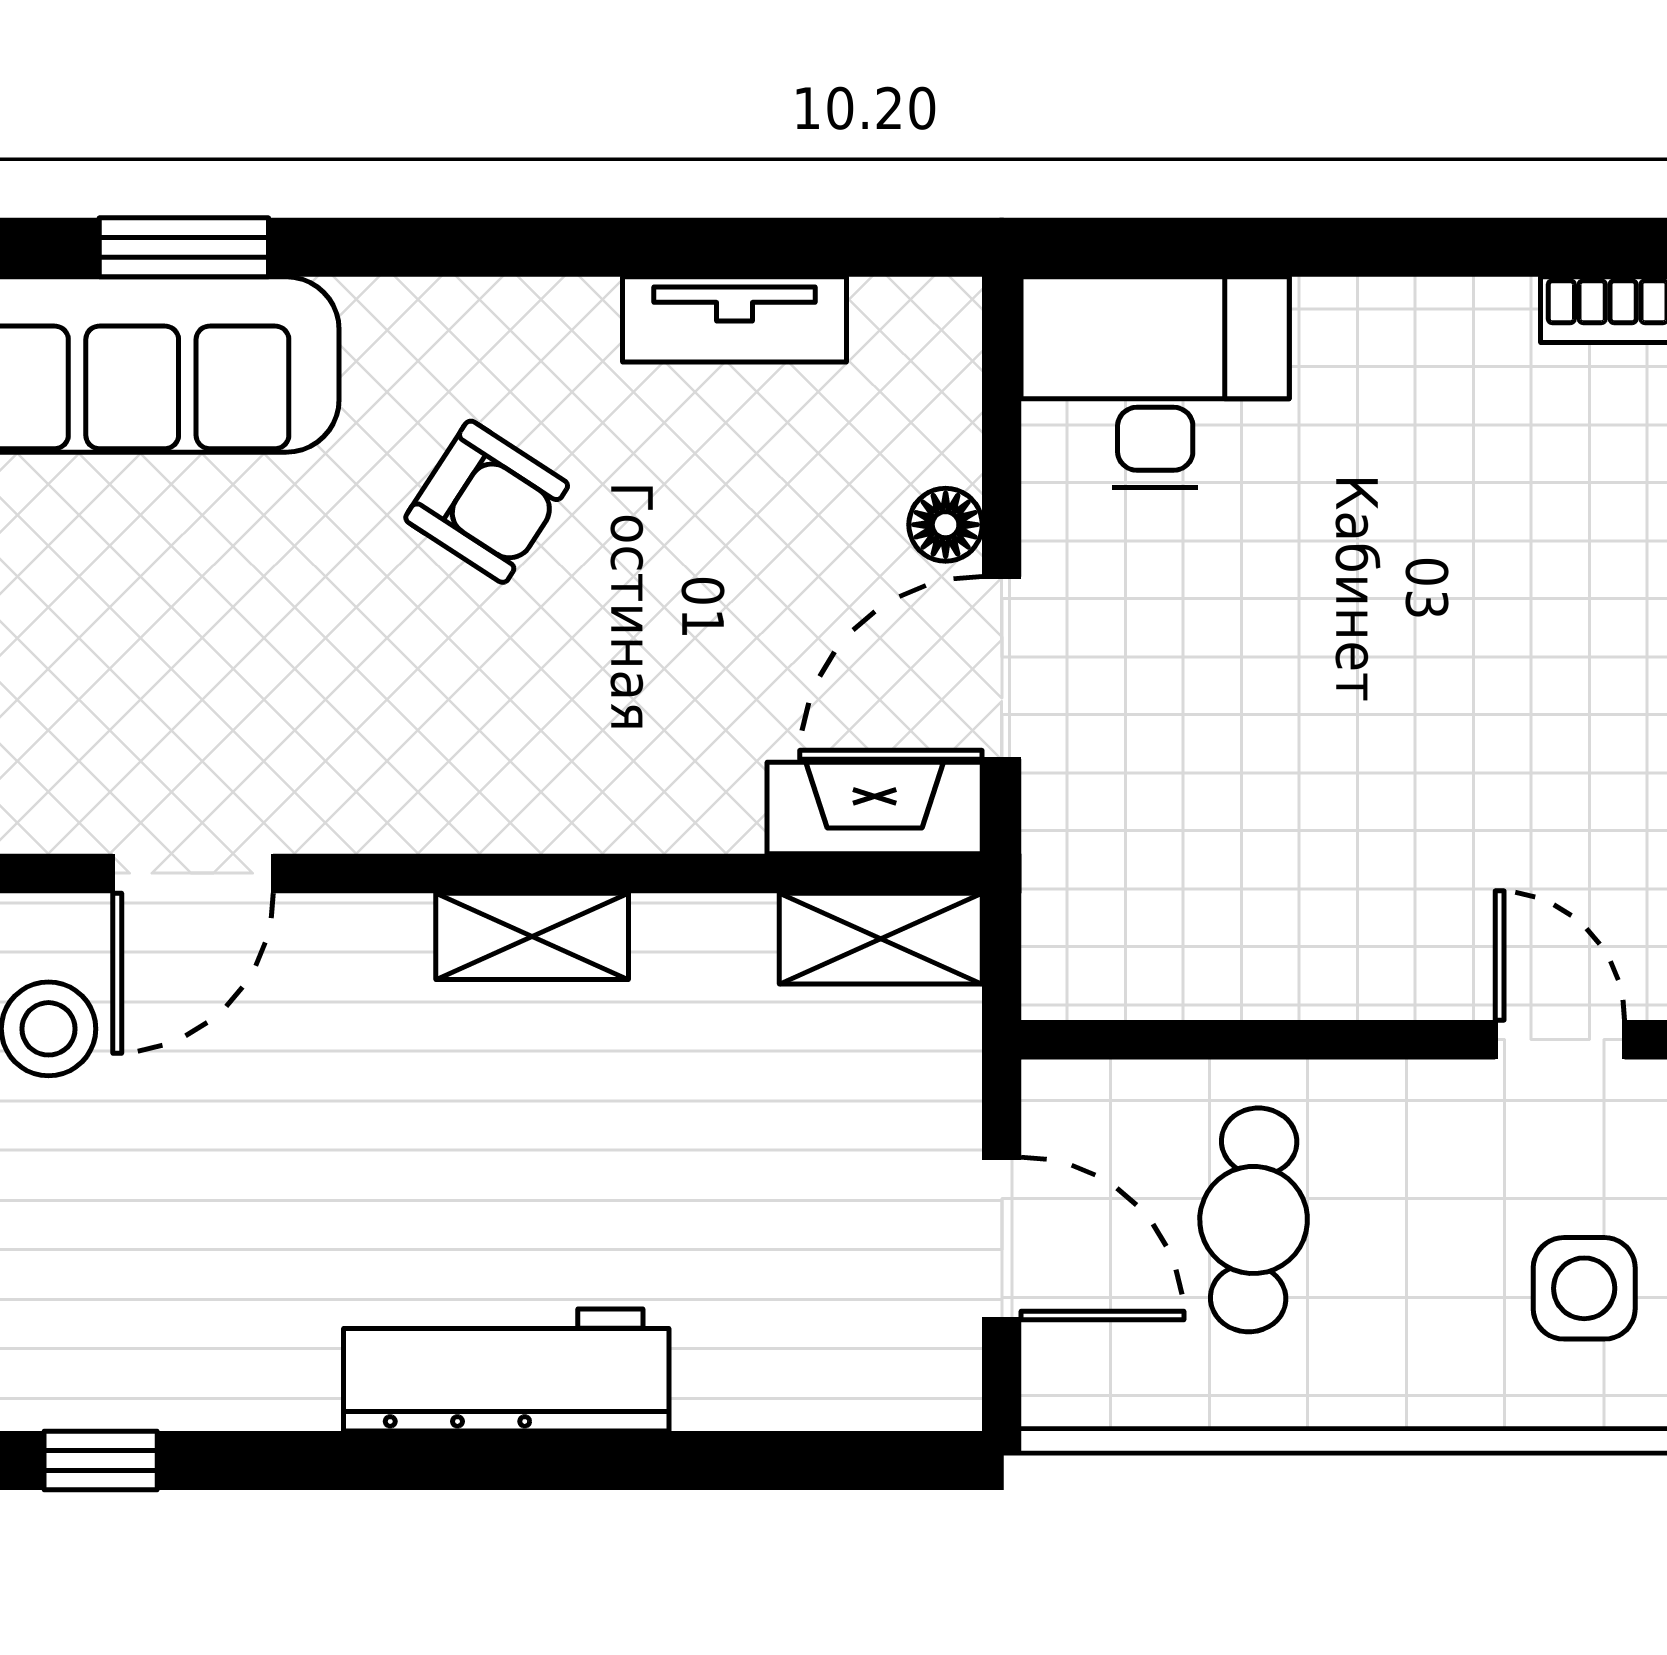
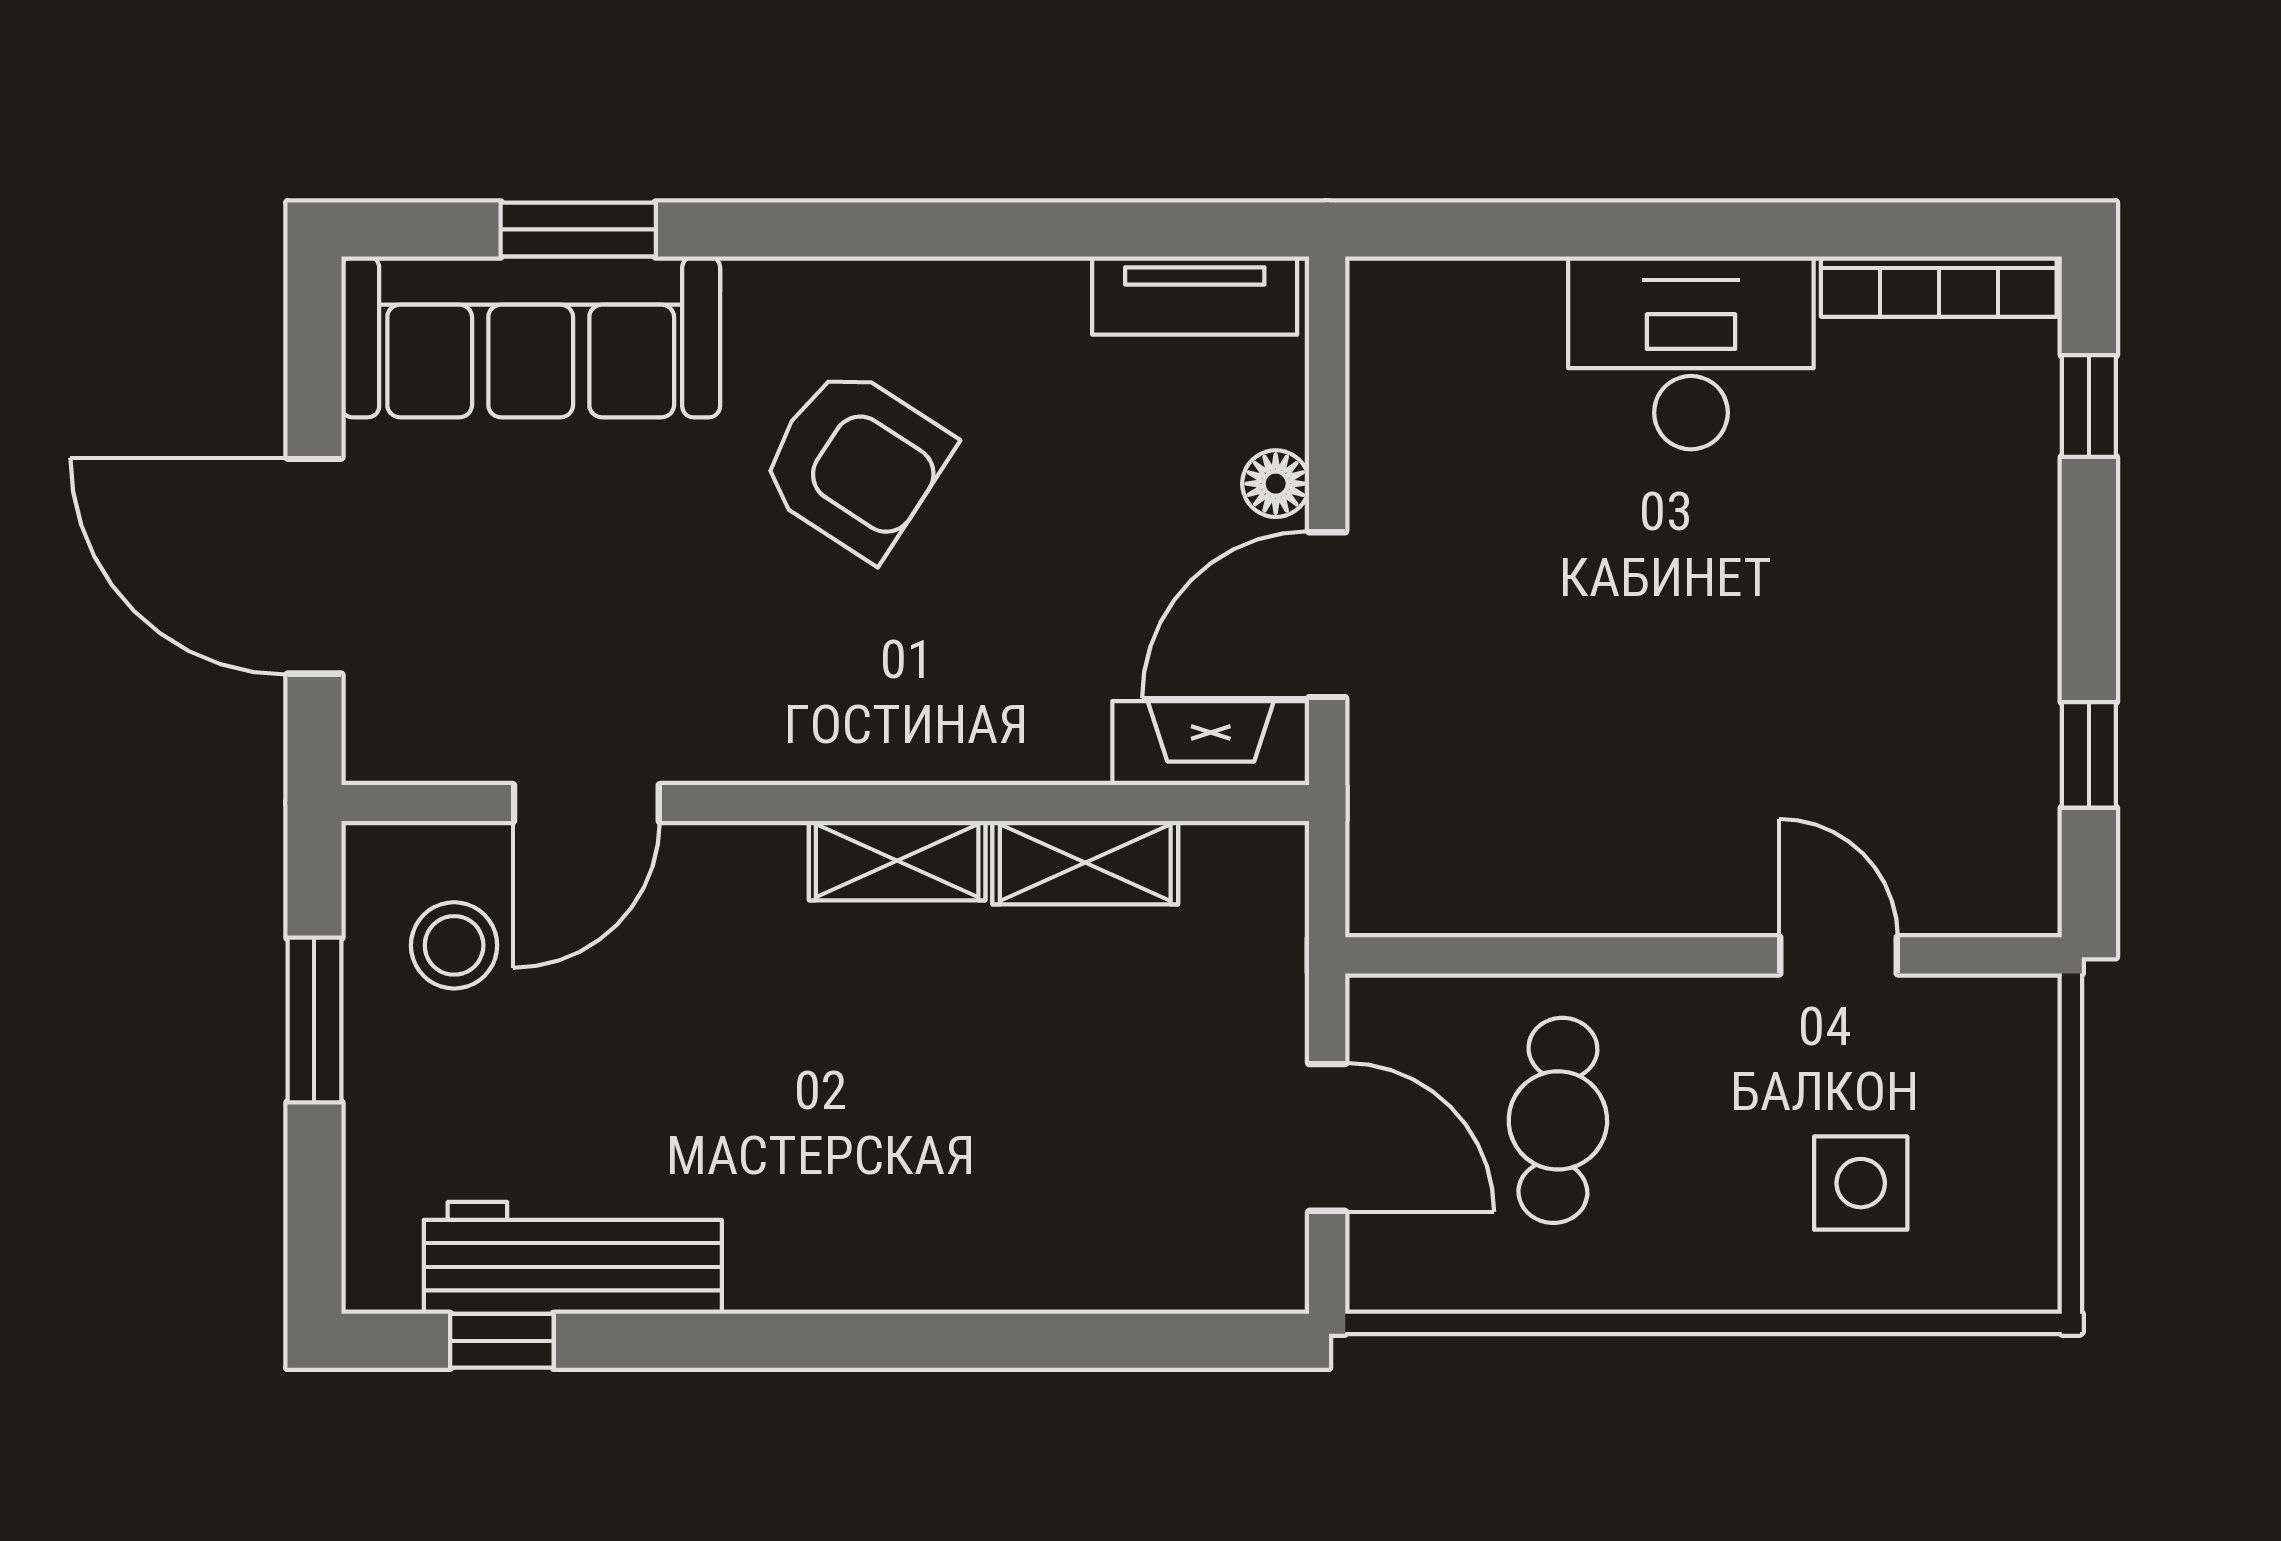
tv unit: (734, 319) -> (1195, 296), moved
desk: (1155, 382) -> (1691, 353), moved
armchair: (487, 502) -> (855, 463), width x1.38, depth x1.38
shelving: (881, 939) -> (1085, 863), moved
workbench: (506, 1370) -> (573, 1258), moved

